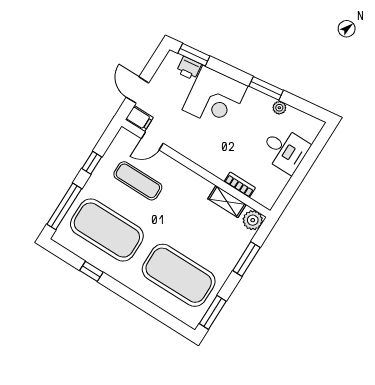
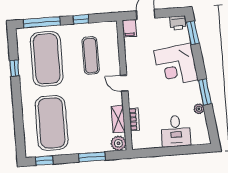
printer: (189, 68) -> (178, 23), moved, turned -83
door: (152, 141) -> (124, 83), moved
window: (213, 312) -> (44, 160), width x0.67

